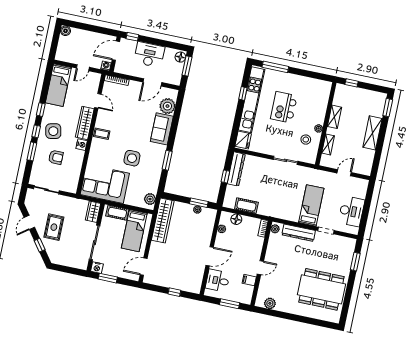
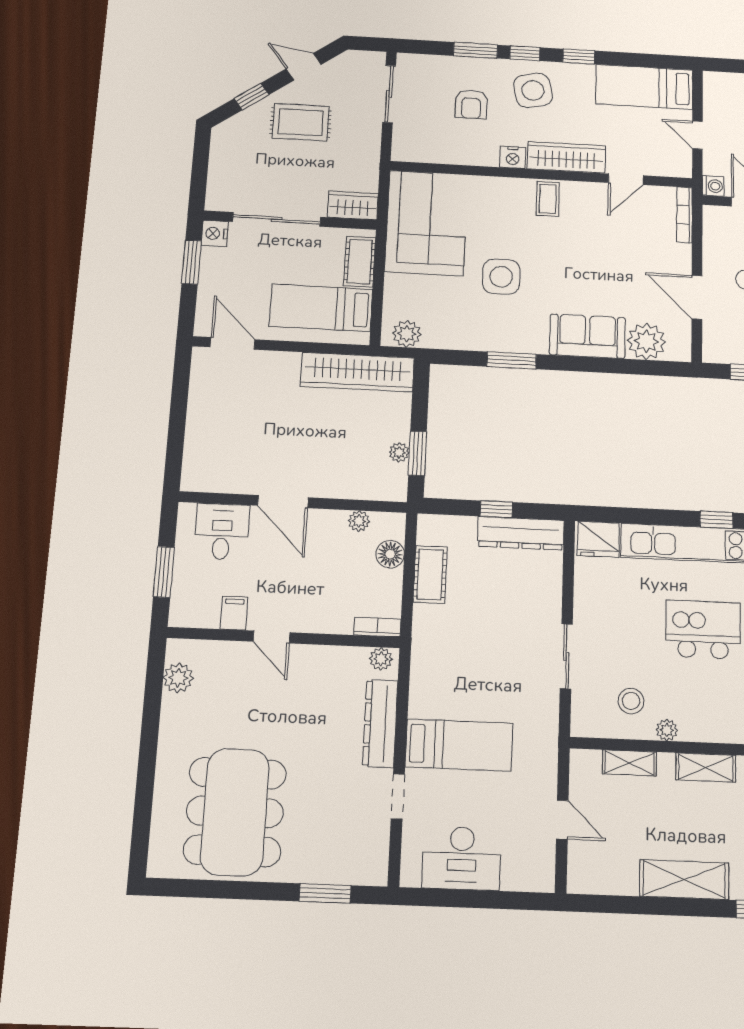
window: (174, 292) -> (177, 428), removed

